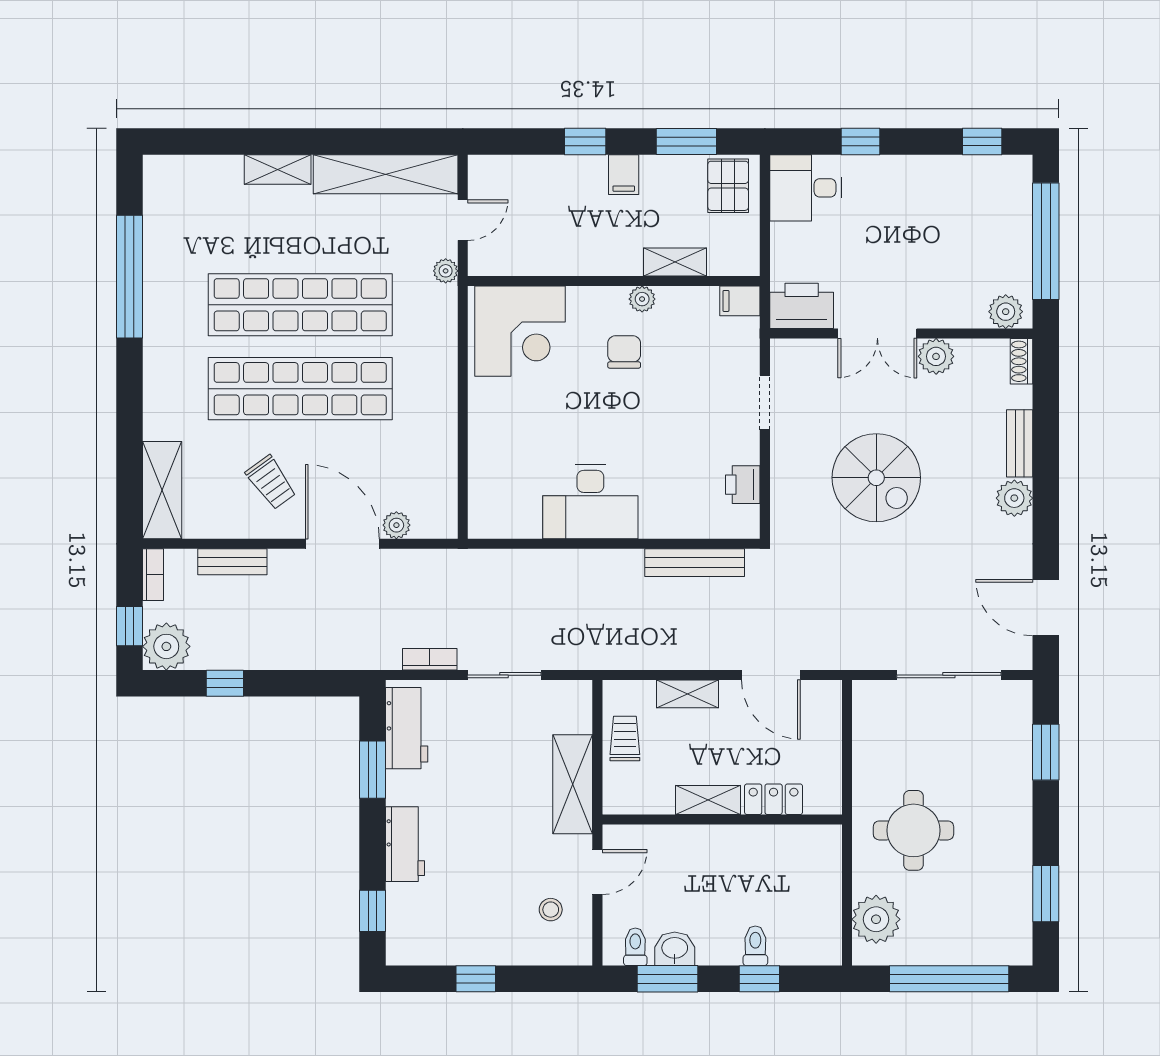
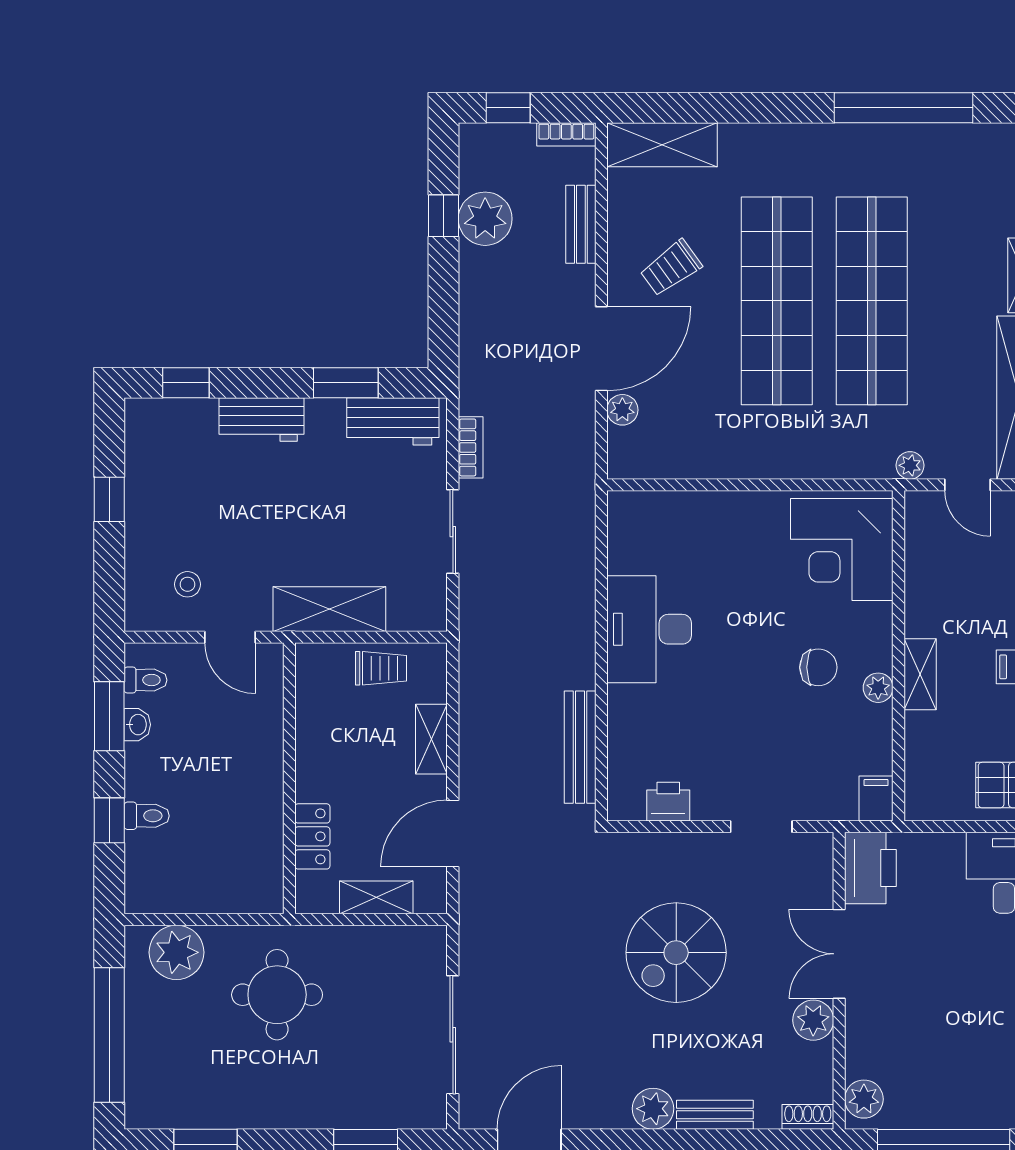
shelving: (675, 262) -> (920, 674), moved
plant: (166, 646) -> (485, 219), moved
shelving: (708, 800) -> (376, 897), moved, turned 90
washbasin: (675, 949) -> (137, 725), width x0.72, depth x0.69

